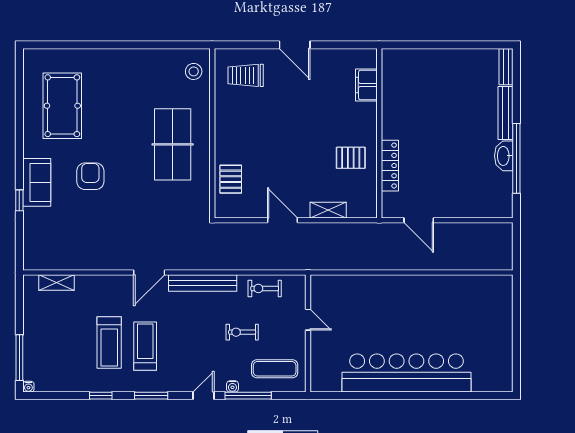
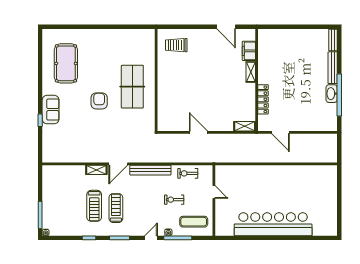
door: (295, 45) -> (226, 27), moved
stool: (194, 71) -> (145, 43), removed
shelving: (369, 120) -> (251, 72), added
pallet: (351, 158) -> (240, 95), removed
armchair: (90, 176) -> (99, 101), moved
pallet: (231, 179) -> (167, 108), removed
shelving: (328, 210) -> (245, 126), moved
shelving: (56, 283) -> (96, 170), moved

